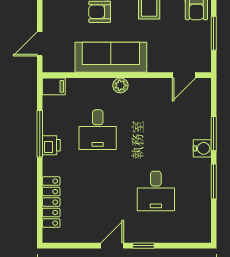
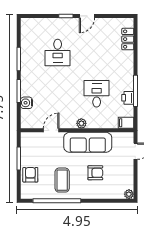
door: (184, 75) -> (51, 130), moved
printer: (51, 145) -> (128, 98), moved
water cooler: (202, 148) -> (26, 103), moved
desk: (156, 191) -> (58, 53), turned 180
locker: (51, 202) -> (128, 39), width x0.66

